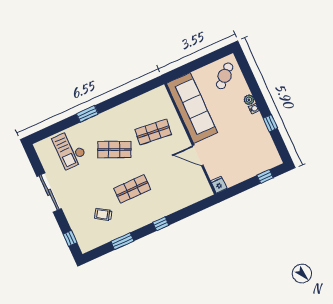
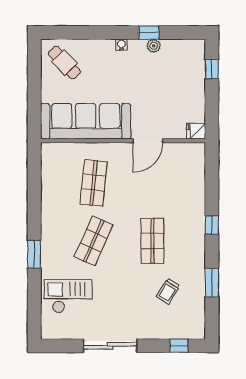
plant: (249, 100) -> (154, 46), moved
checkout: (70, 149) -> (68, 296), turned 180

